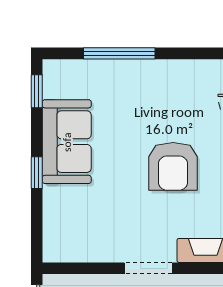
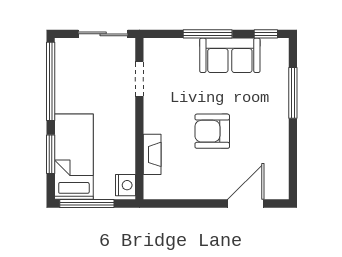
window: (37, 173) -> (208, 34), width x2.17
doorway: (148, 268) -> (139, 79), moved

